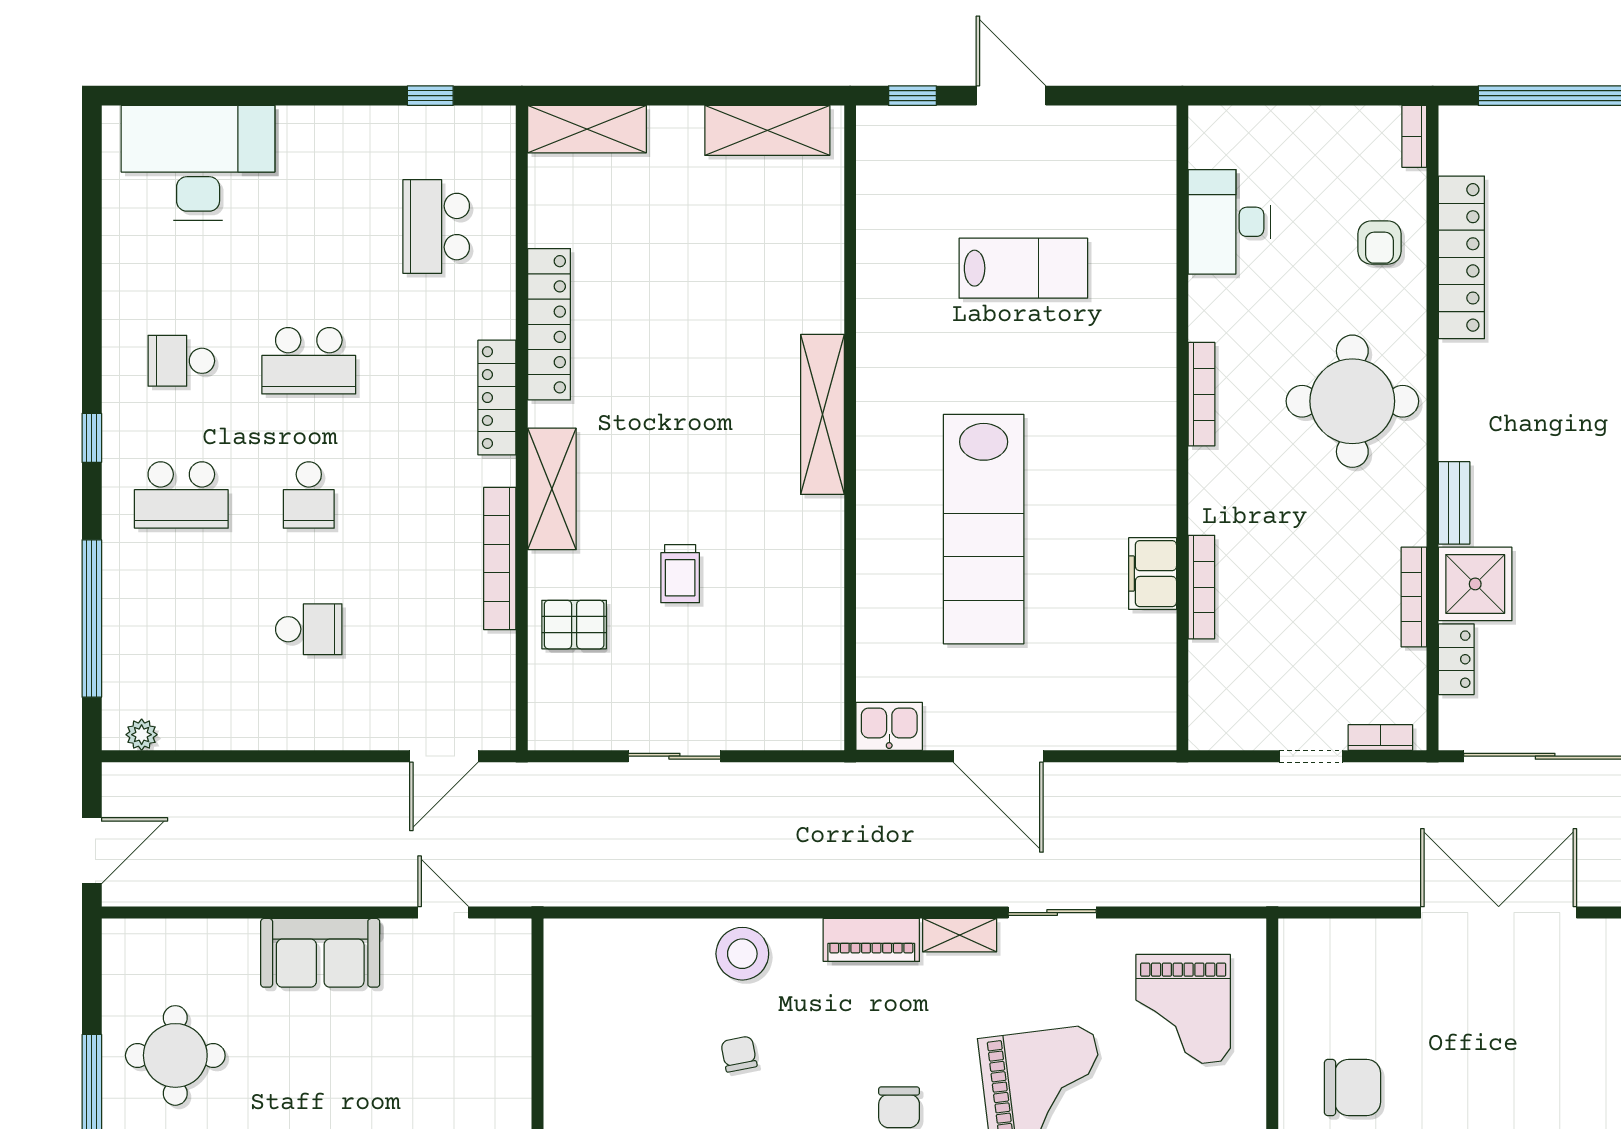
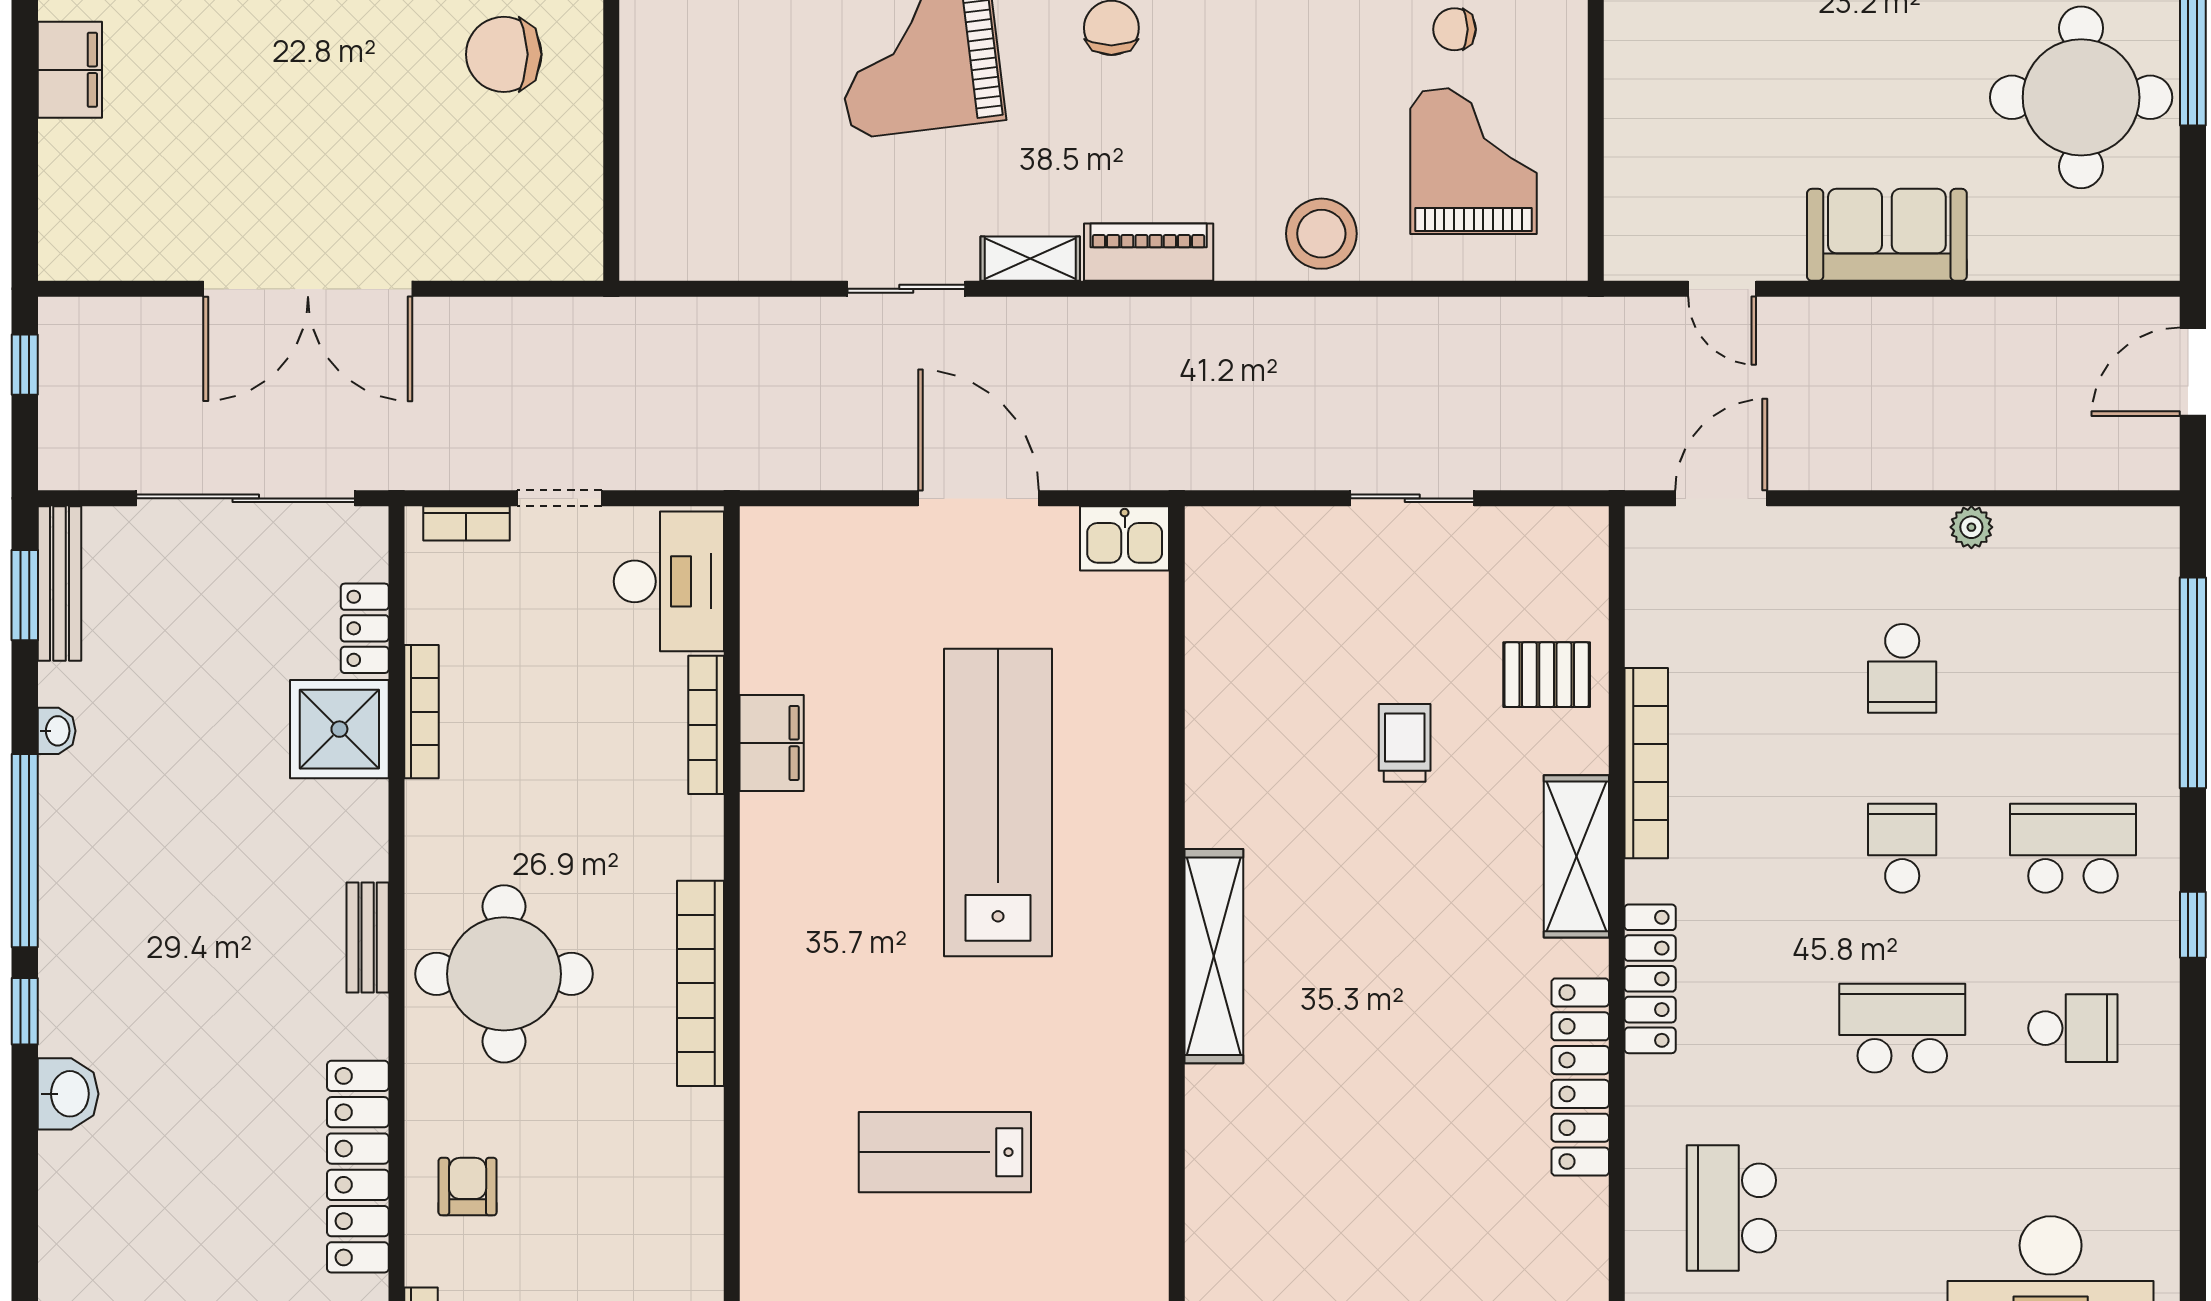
desk: (1229, 222) -> (669, 581), moved
school desk: (436, 227) -> (1731, 1208), turned 180
bookcase: (1202, 394) -> (701, 983), width x1.48, depth x1.31
bench: (1454, 503) -> (368, 938), moved
school desk: (309, 629) -> (1902, 668), turned -90
plant: (142, 735) -> (1971, 527), moved
grand piano: (1183, 1009) -> (1474, 161), moved
chair: (739, 1054) -> (1454, 29), moved, turned 101
round table: (175, 1055) -> (2081, 97), width x1.36, depth x1.36

